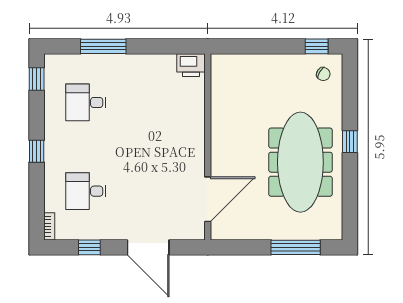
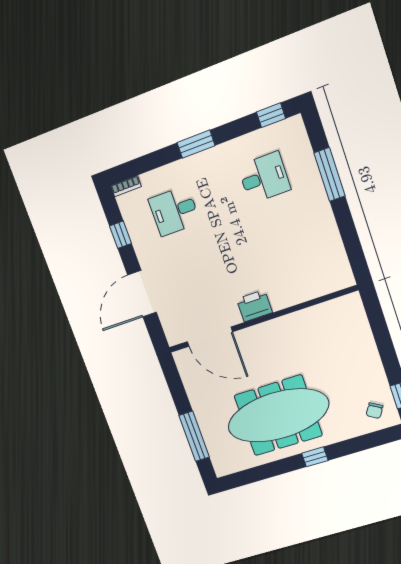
printer: (191, 65) -> (254, 306), moved, turned 90
desk: (86, 102) -> (264, 178), turned 90
window: (37, 151) -> (196, 144), width x1.50
desk: (86, 191) -> (174, 211), turned -90

